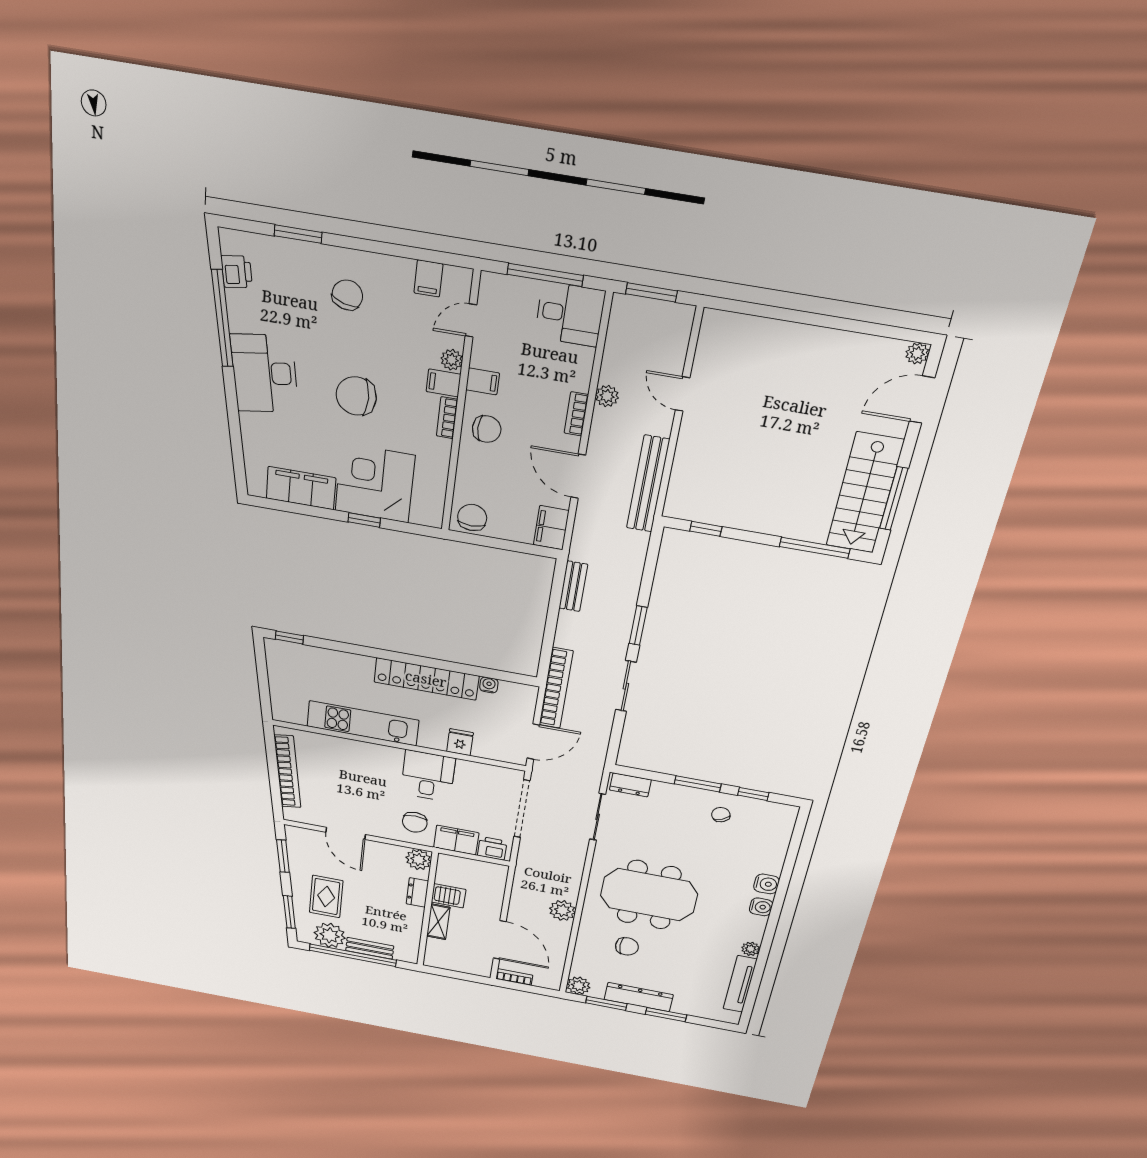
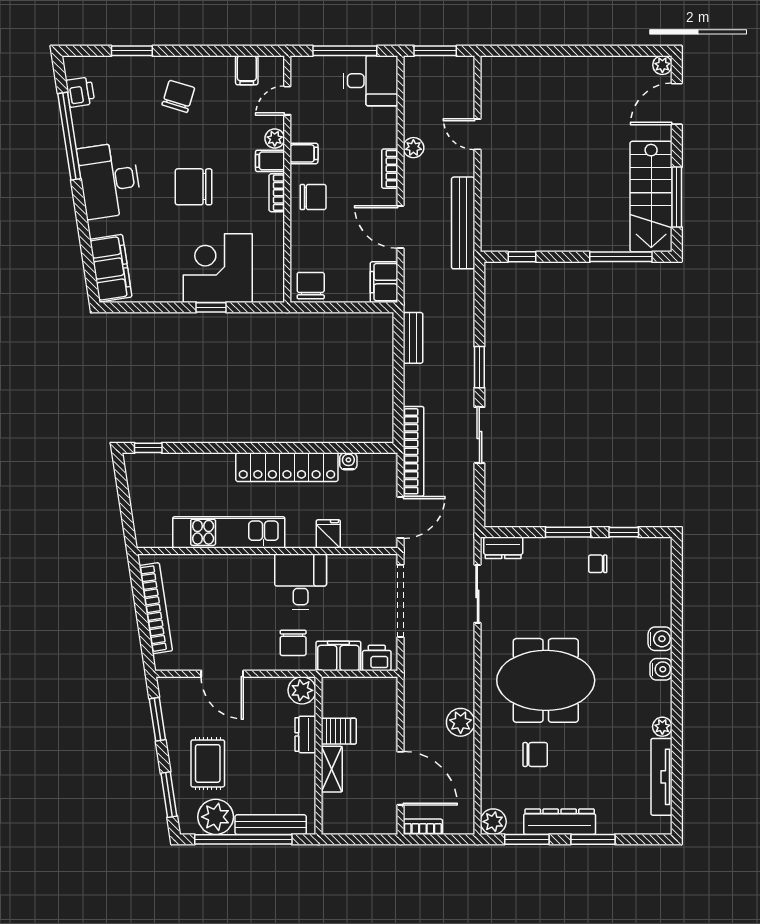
filing cabinet: (301, 488) -> (111, 268), moved, turned 81
chair: (721, 815) -> (598, 564), turned -62
bench: (370, 948) -> (271, 825), width x1.36

